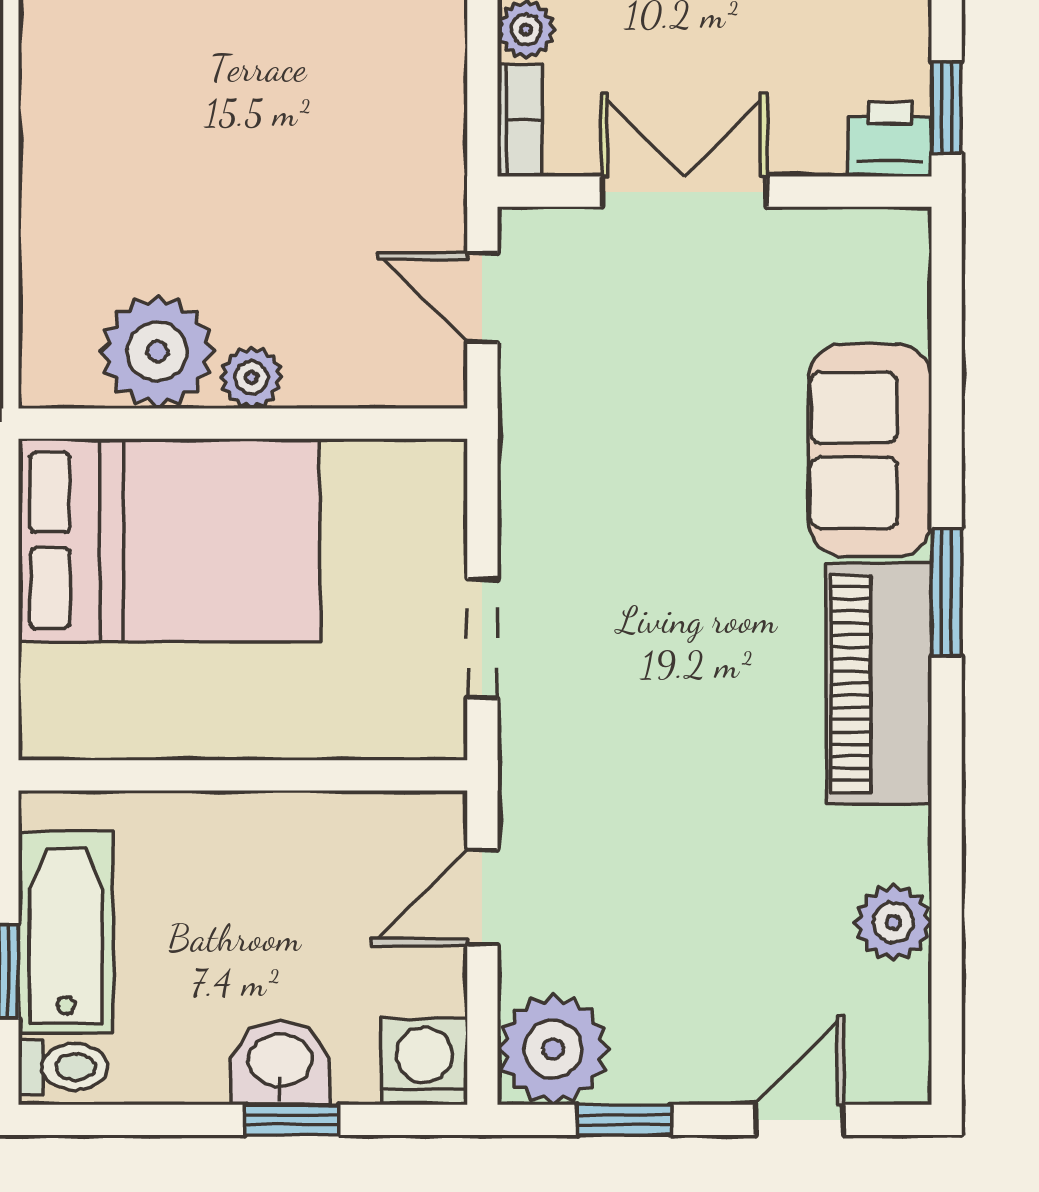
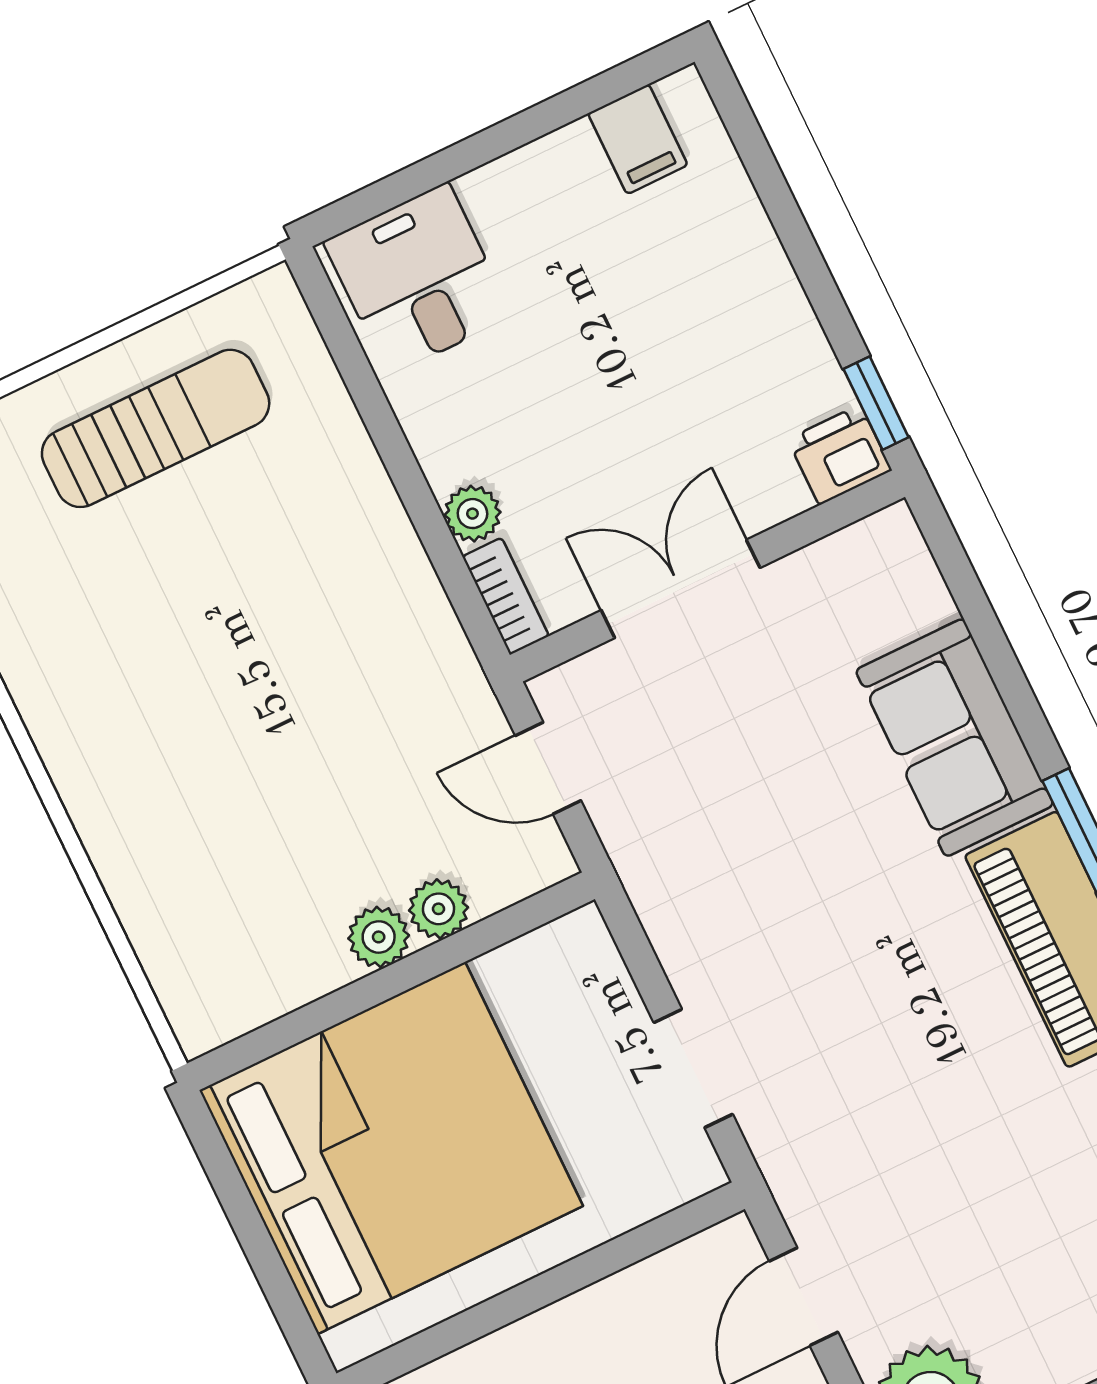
plant: (157, 352) -> (438, 909), moved, width x0.53, depth x0.53
bed: (169, 540) -> (391, 1148), width x1.36

